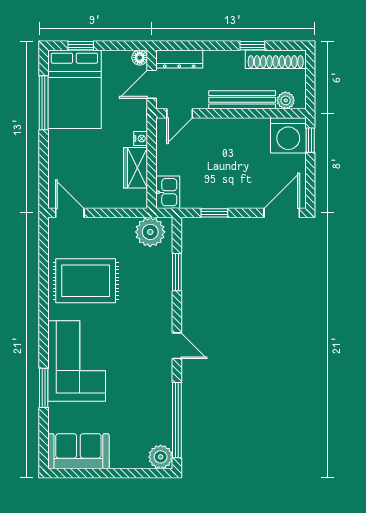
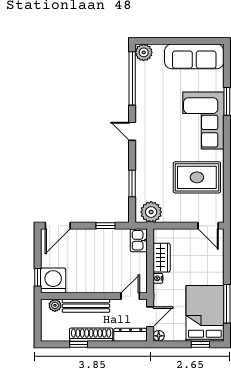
shoe rack: (276, 59) -> (91, 335), moved
sofa: (78, 451) -> (194, 56), width x1.36

